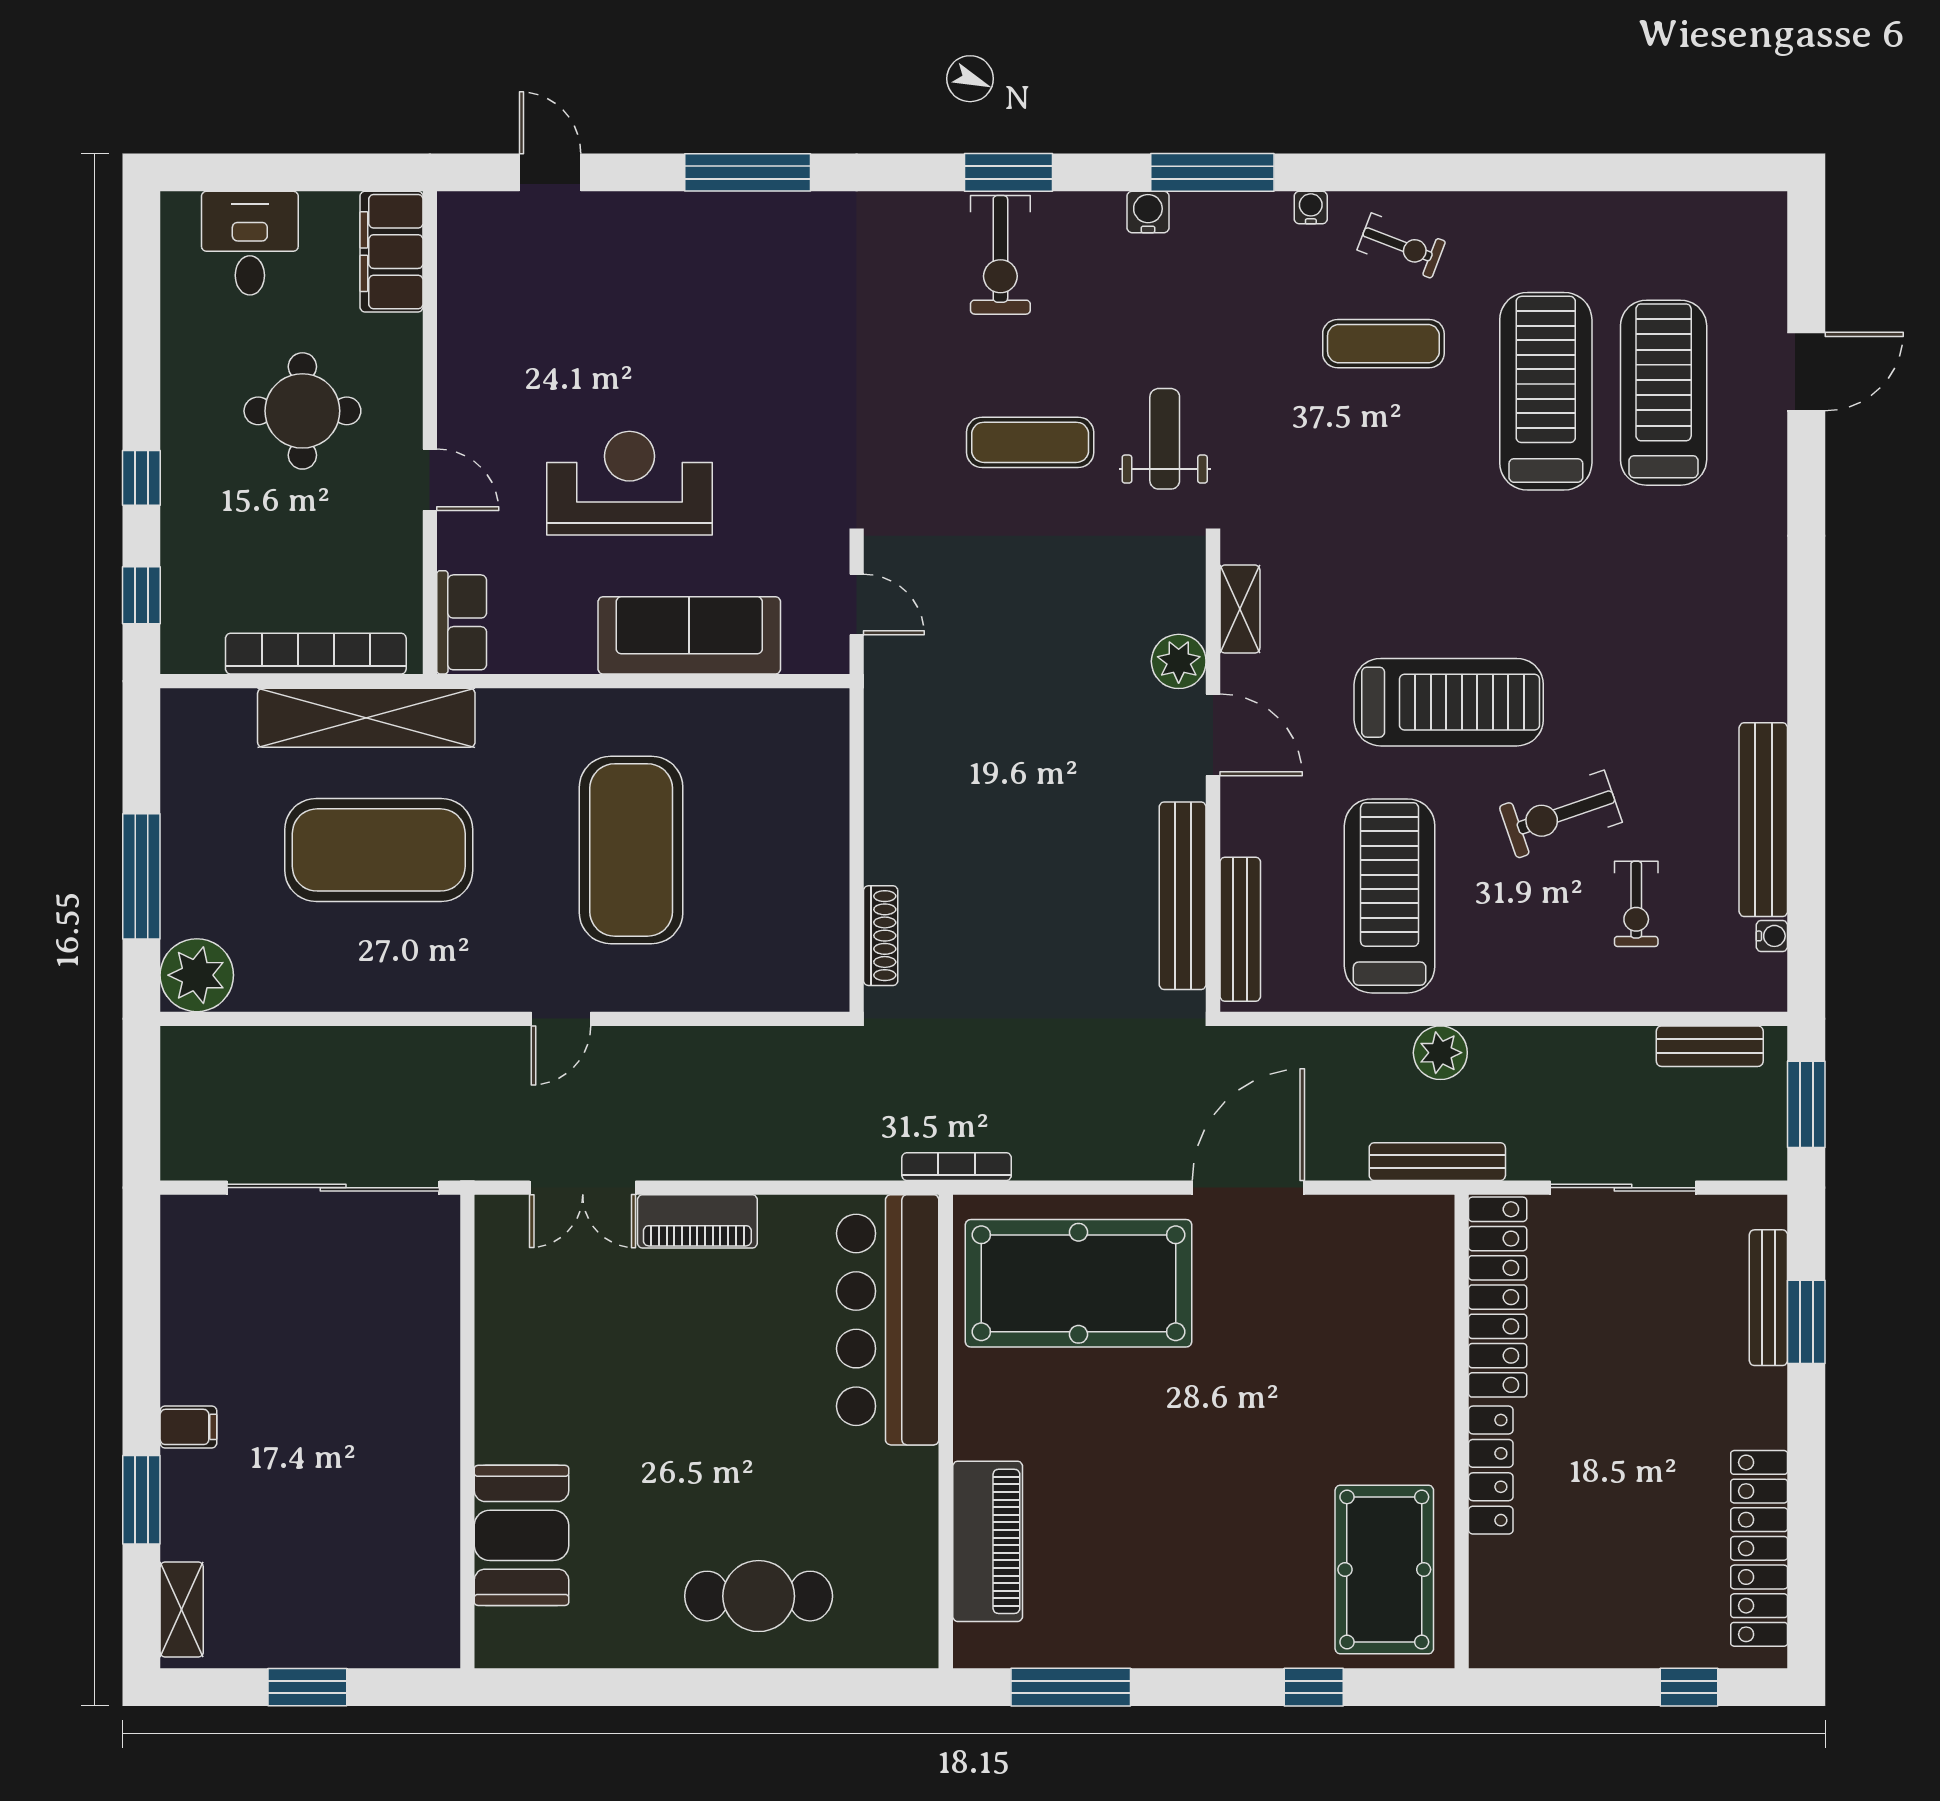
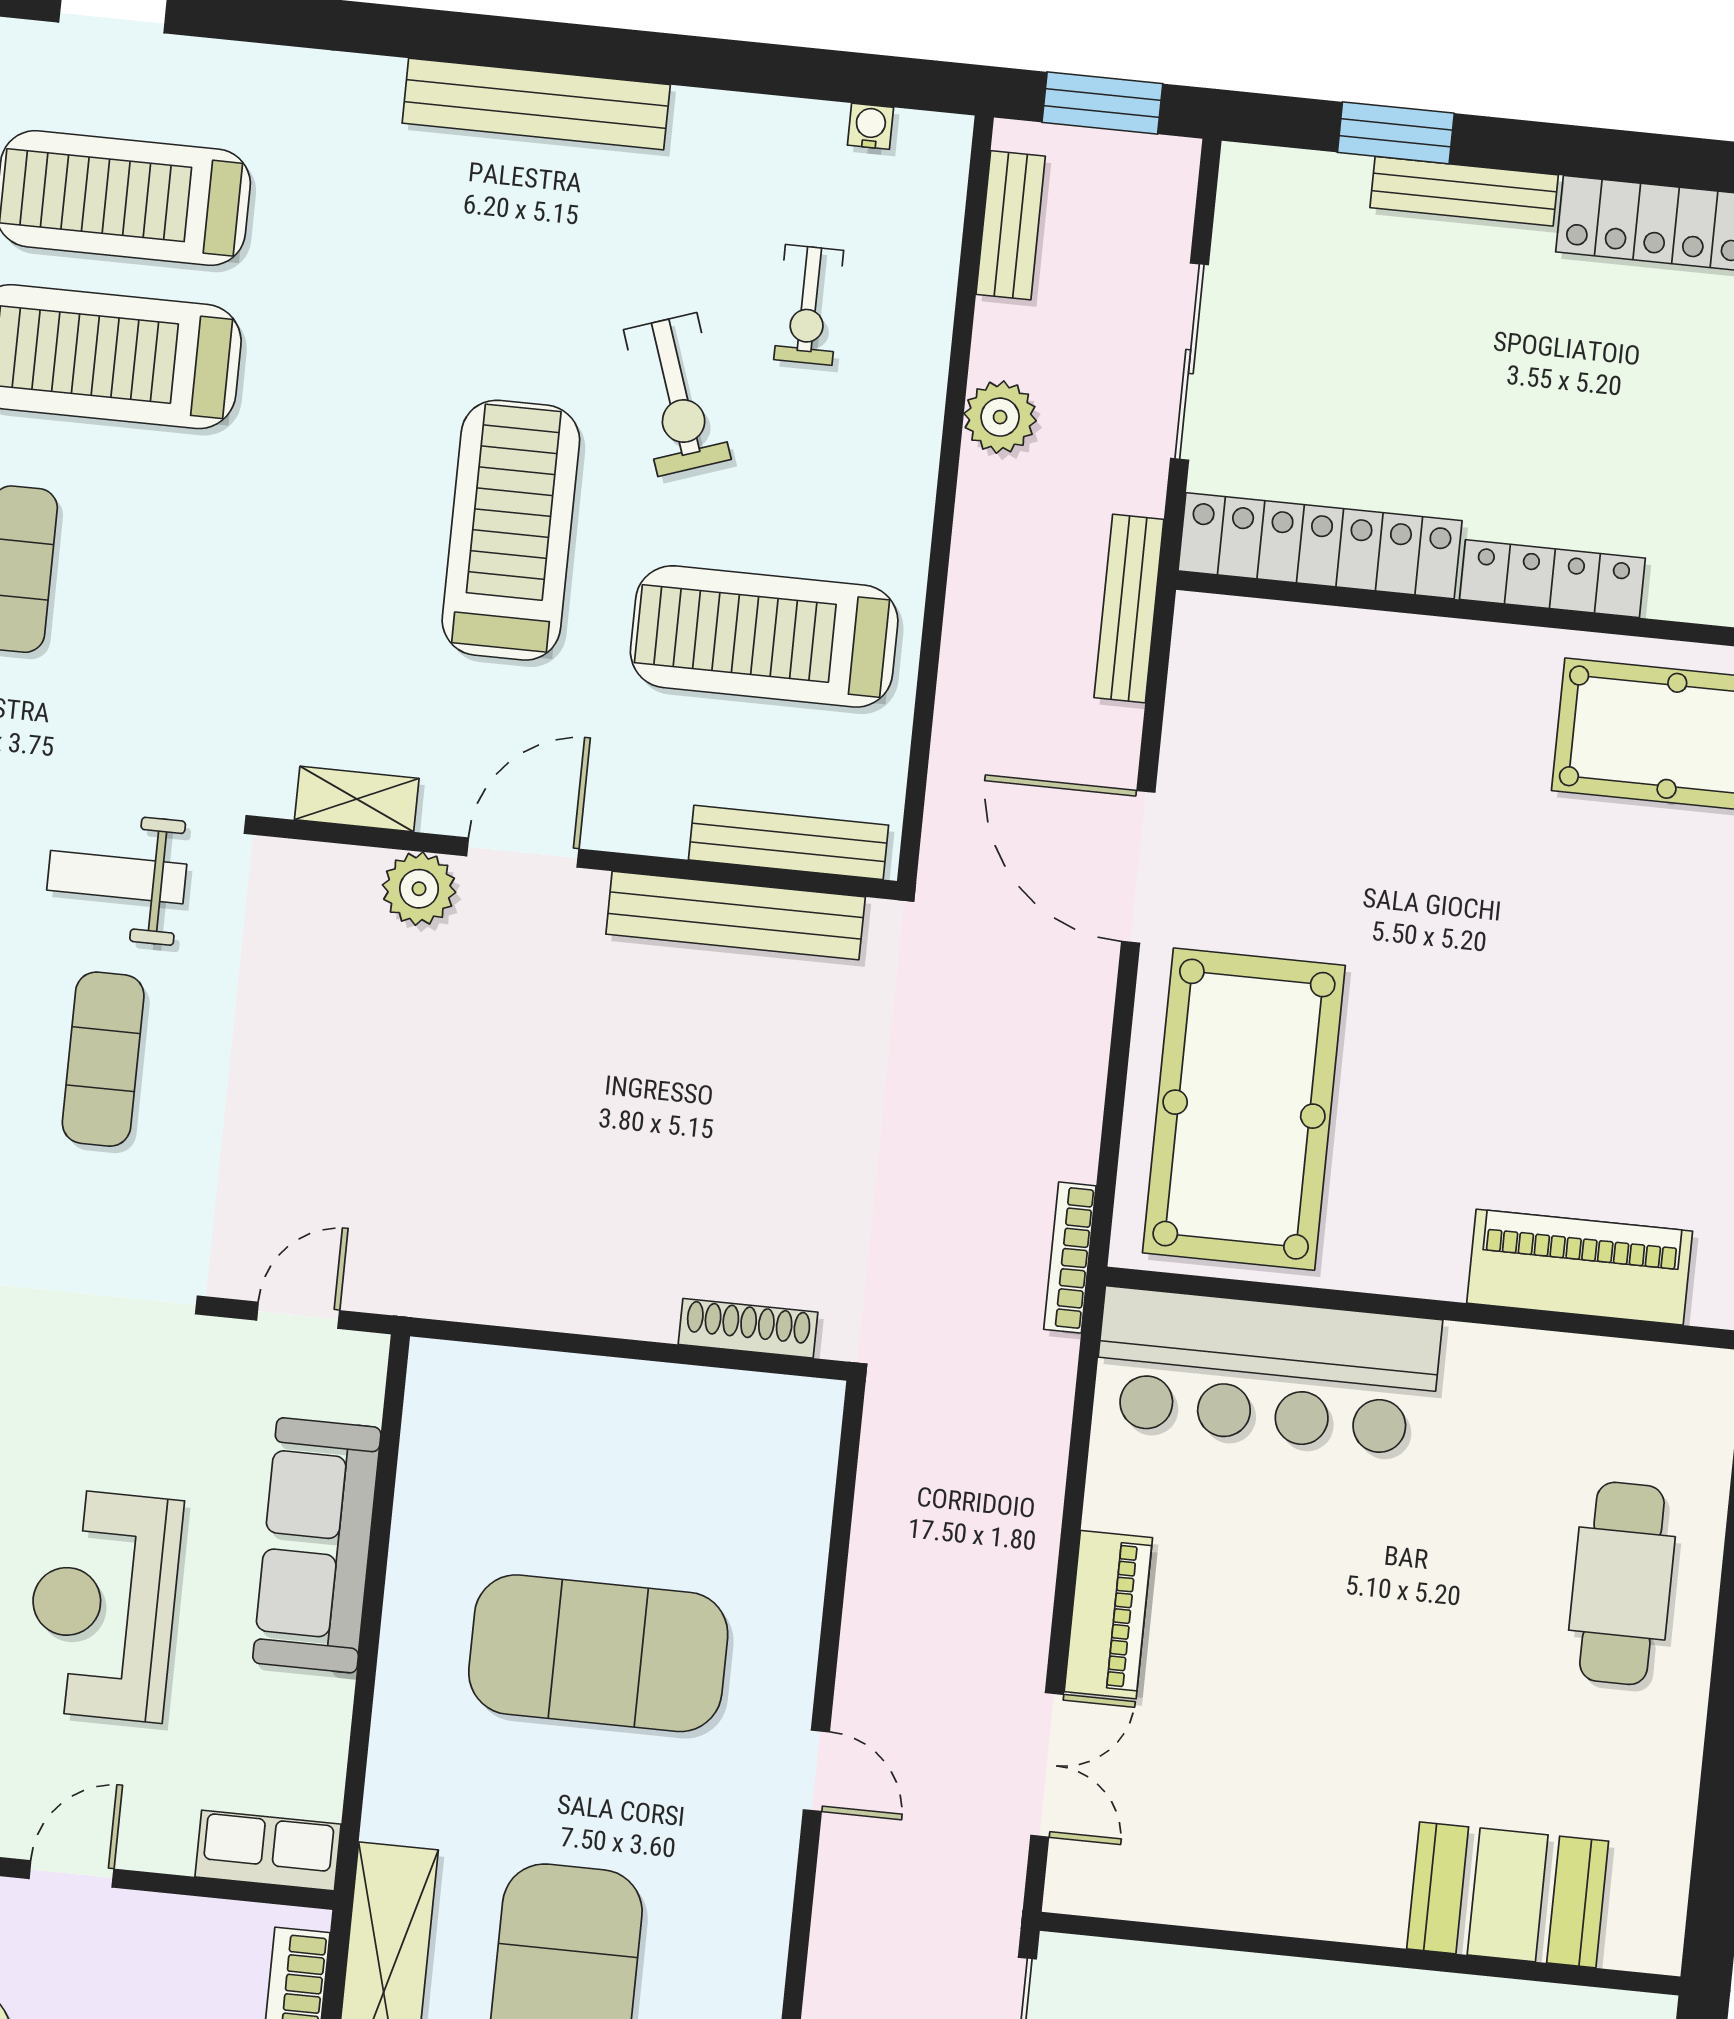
bench: (1763, 820) -> (536, 104), moved
exercise bike: (1636, 904) -> (809, 305), turned 90
plant: (1440, 1053) -> (1000, 417), moved
bench: (1768, 1298) -> (1464, 191), moved

